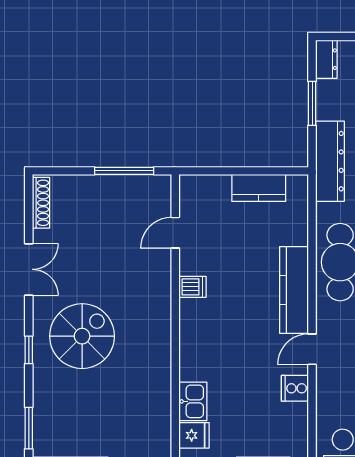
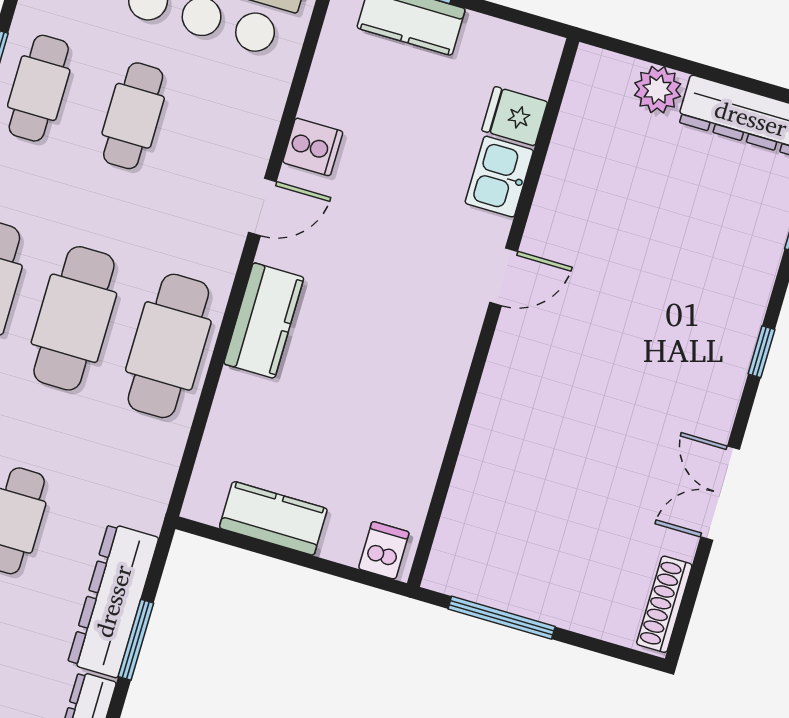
dresser: (330, 161) -> (113, 601), moved
door: (175, 233) -> (504, 277), moved
dishwasher: (192, 287) -> (384, 550), moved, turned 90
kitchen counter: (294, 290) -> (264, 321), width x0.67
spiral stairs: (82, 336) -> (661, 348), removed

